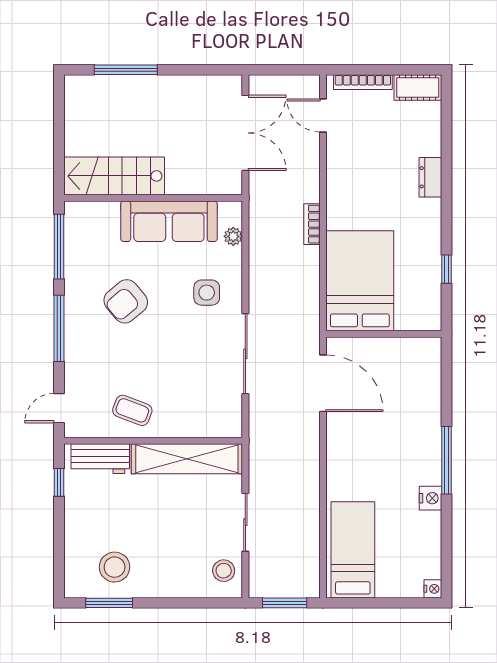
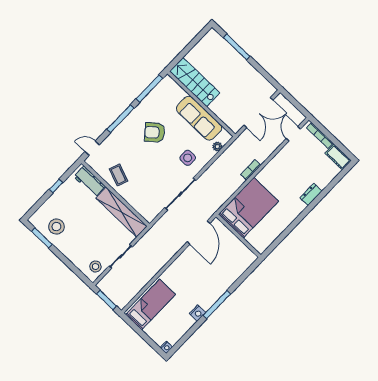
window: (446, 269) -> (284, 234), removed
window: (59, 482) -> (56, 186), moved

